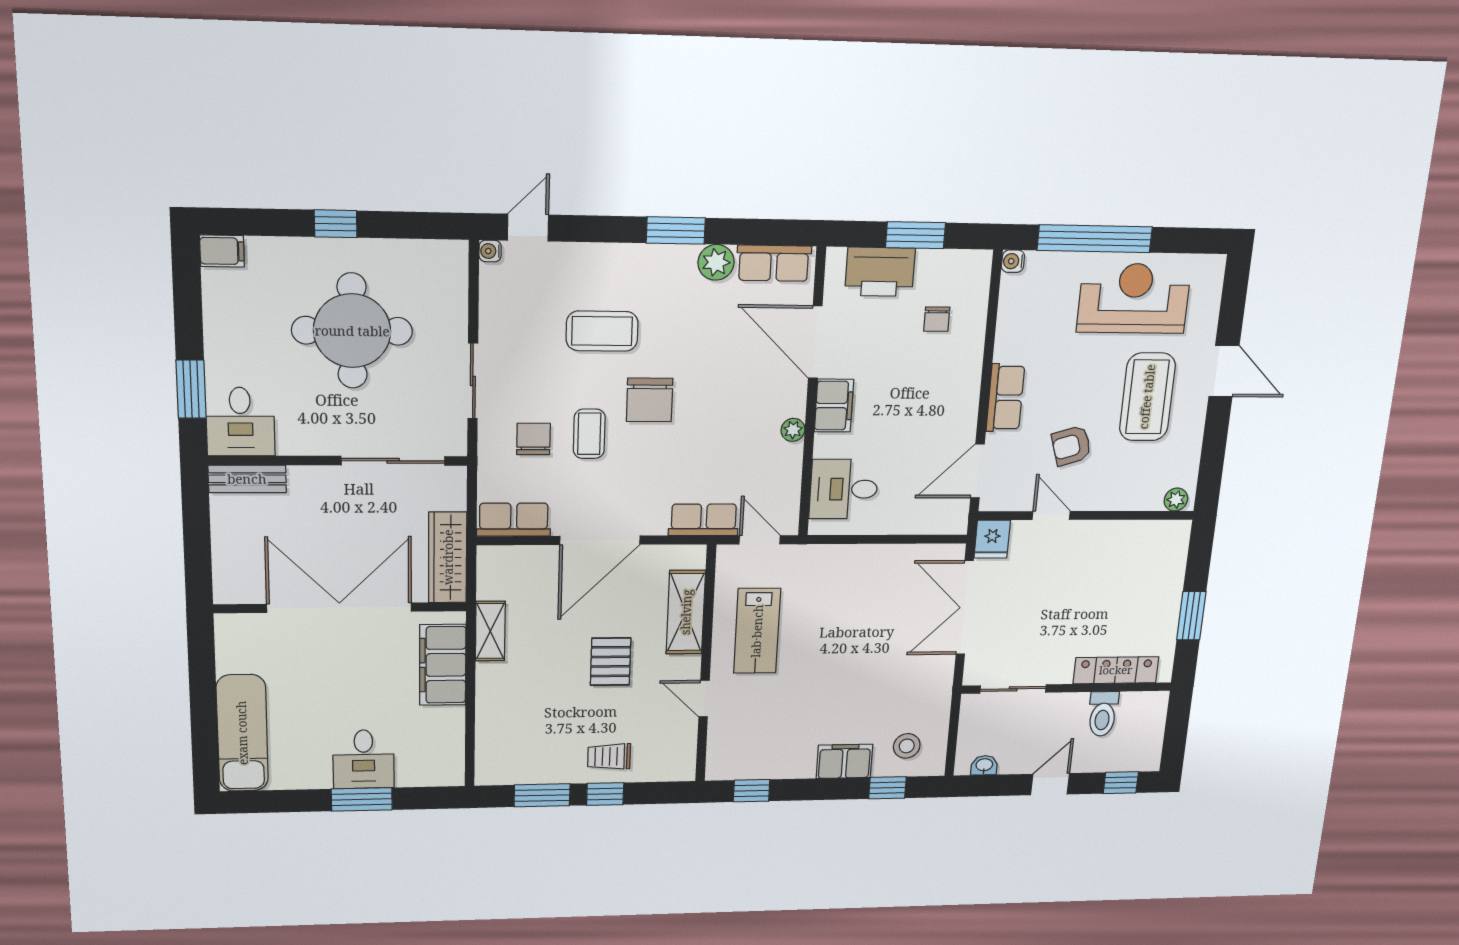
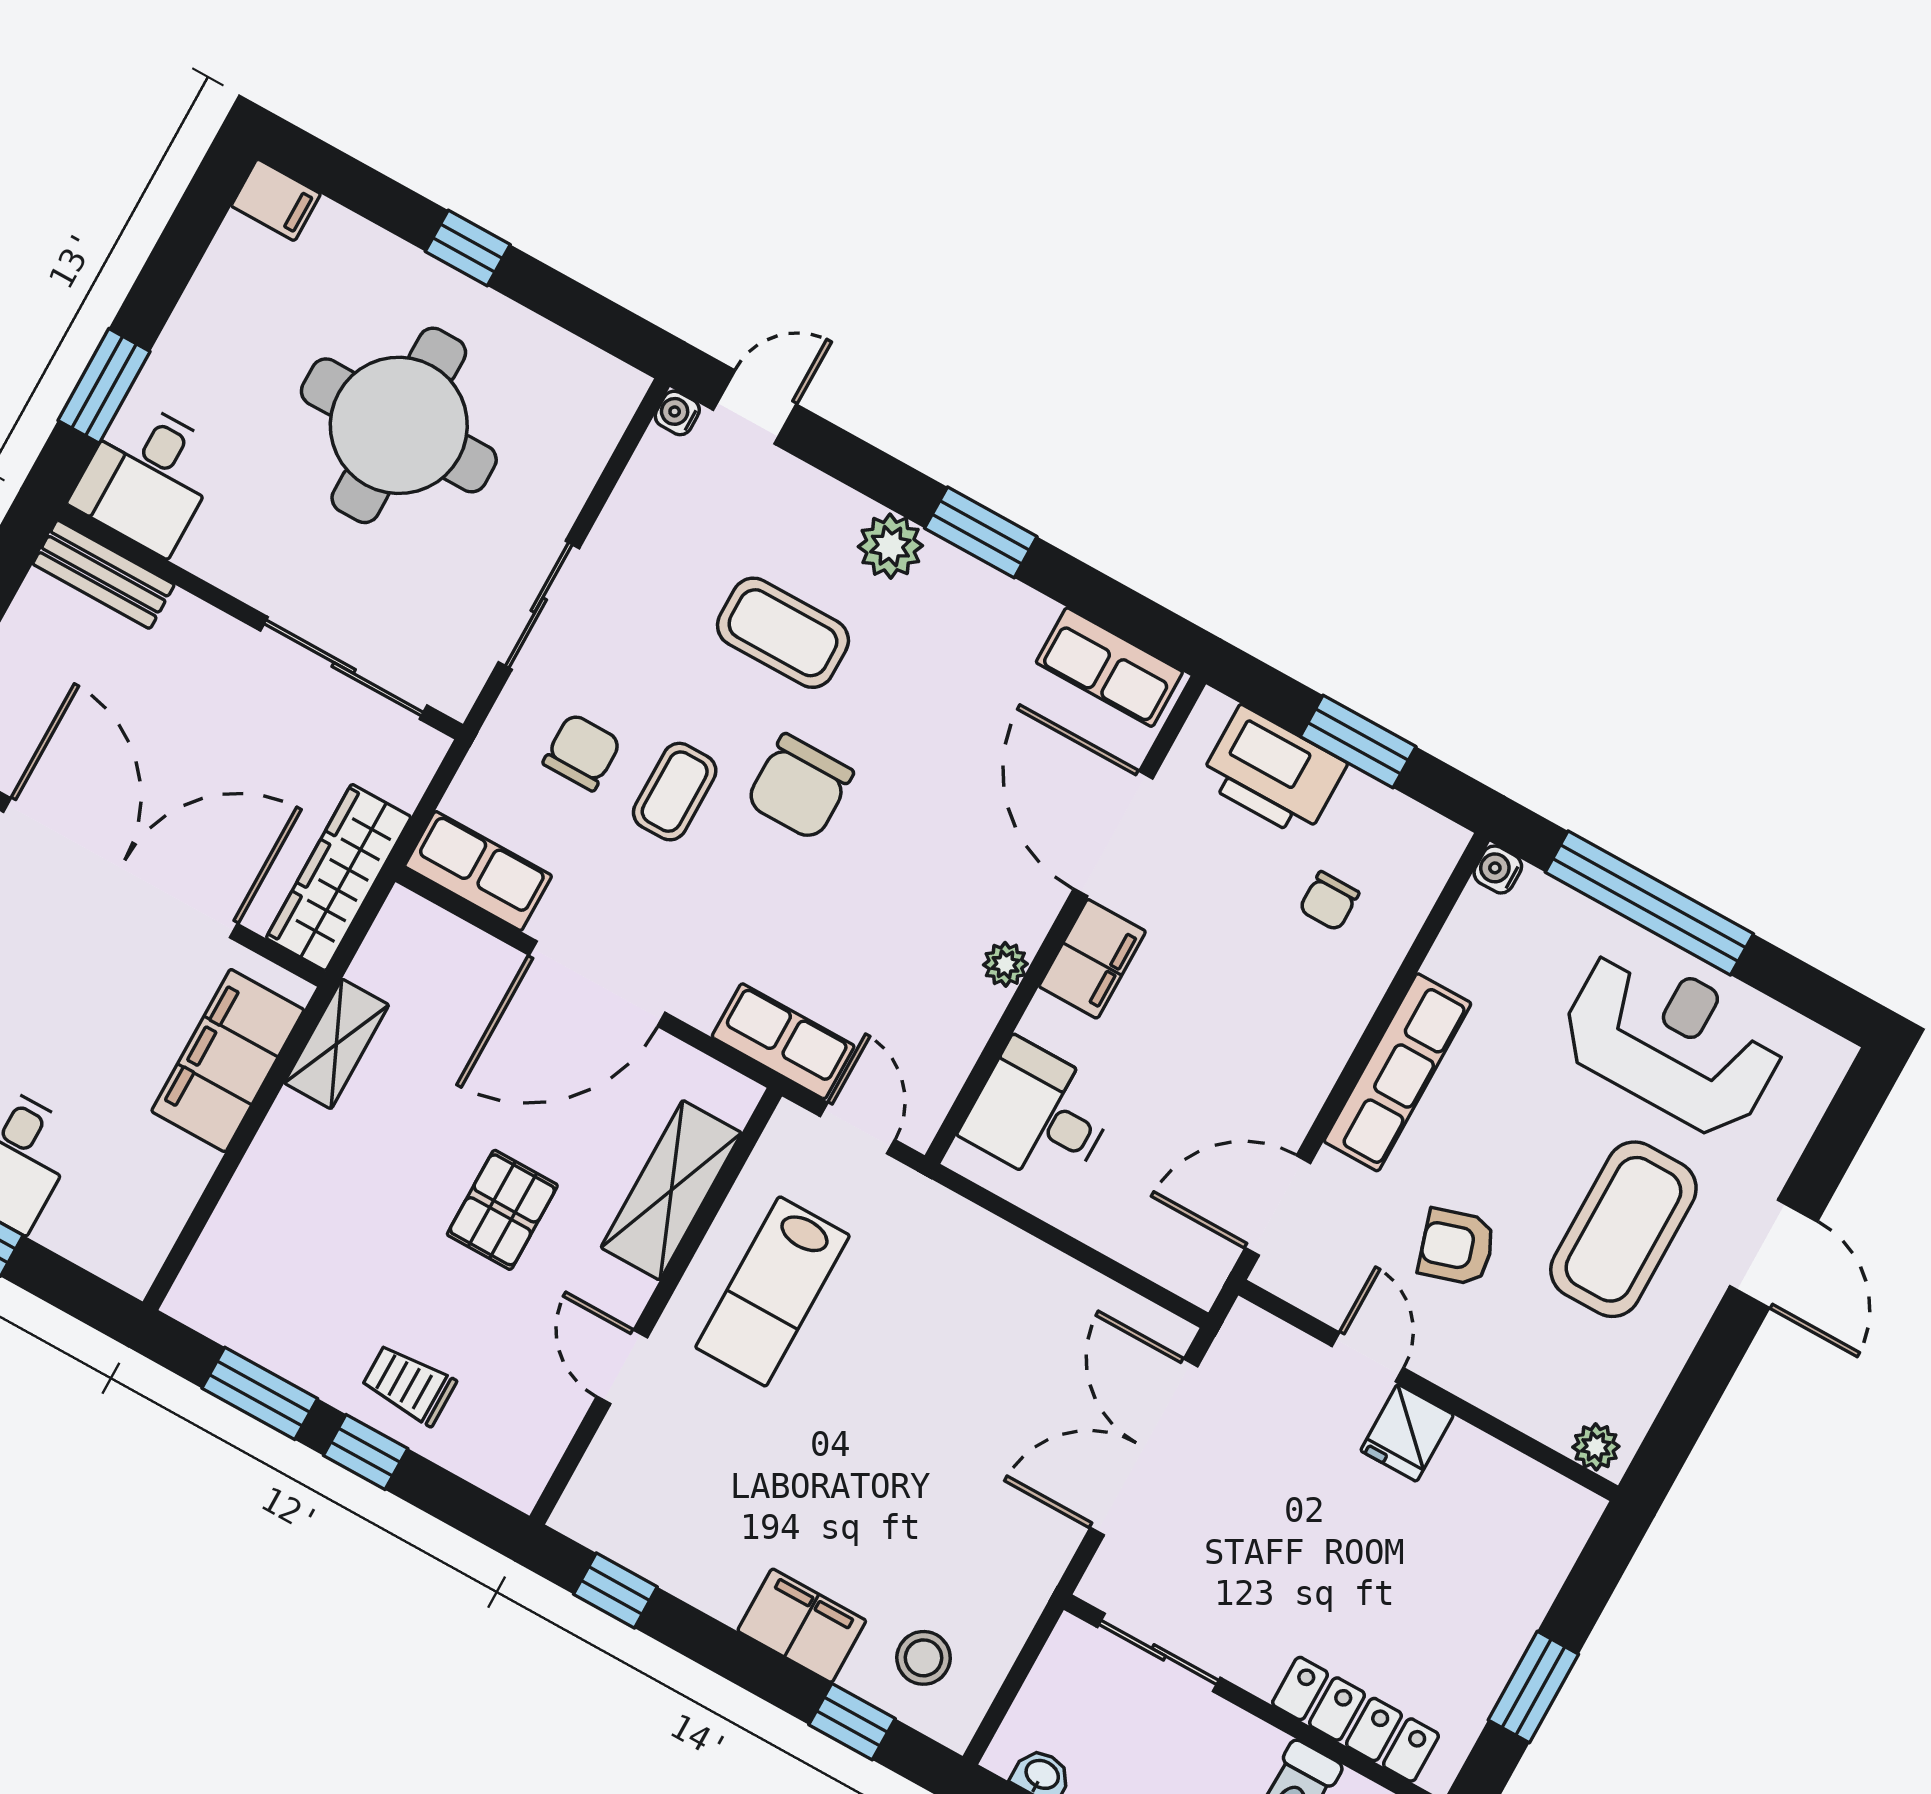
plant: (716, 262) -> (890, 546), moved
row of seats: (1005, 398) -> (1398, 1072), width x1.48
fridge: (992, 539) -> (1407, 1433), moved

